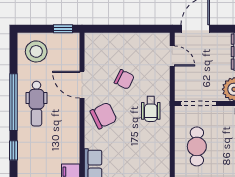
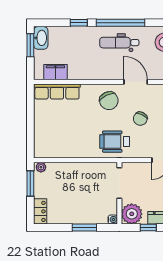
door: (82, 85) -> (136, 82), hinge flipped
wheelchair: (151, 109) -> (115, 142), width x1.36, depth x1.37
cafe table: (197, 146) -> (82, 182), removed

